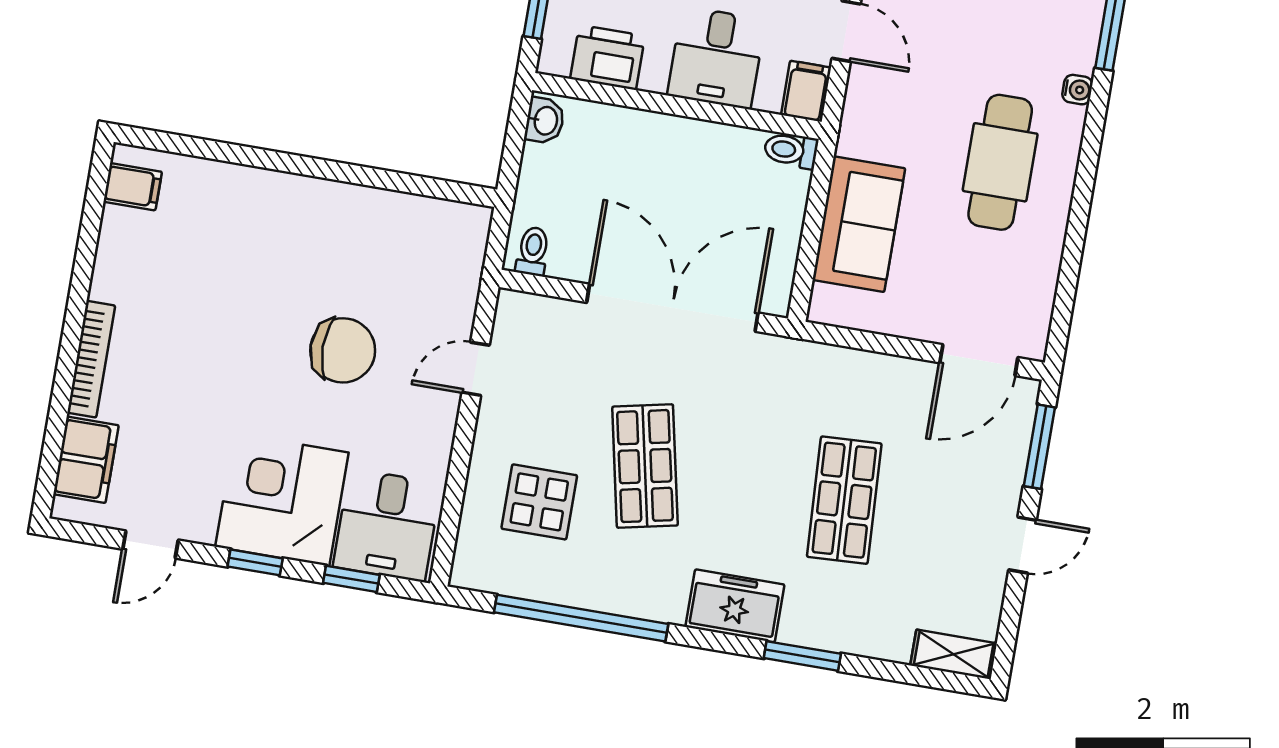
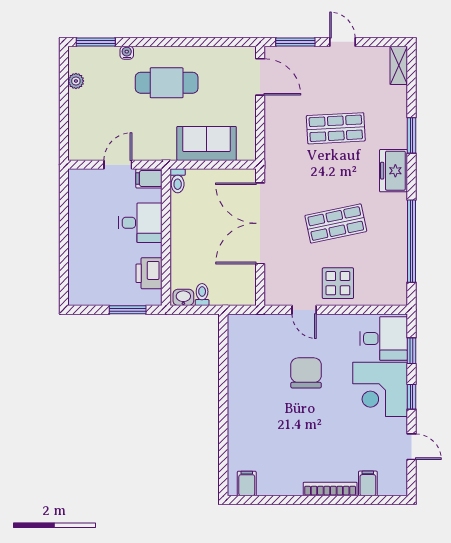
toilet: (533, 251) -> (202, 295), moved, turned 90
filing cabinet: (86, 460) -> (368, 483), width x0.50
display table: (539, 502) -> (338, 283), moved

